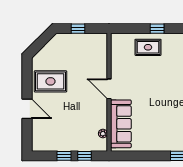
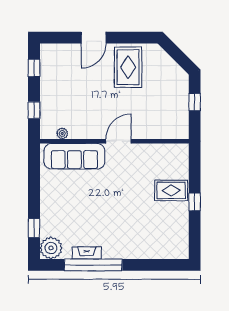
rug: (148, 47) -> (171, 190), turned 90
window: (64, 156) -> (34, 68), moved

